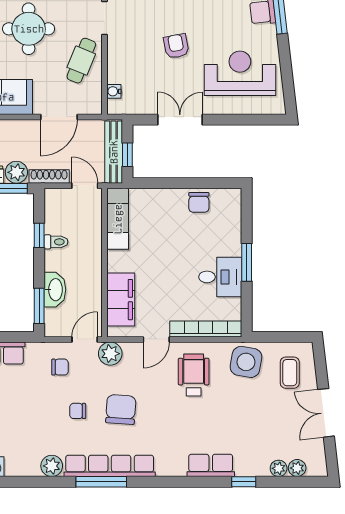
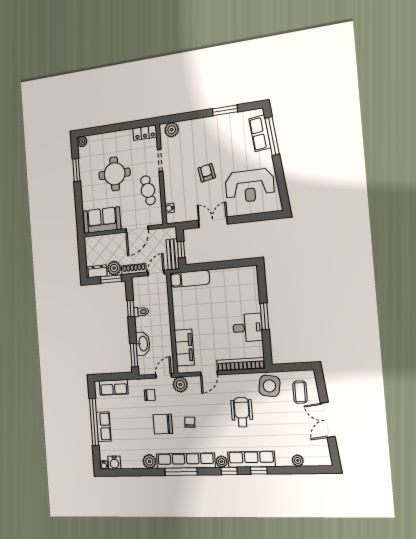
cafe table: (81, 61) -> (148, 190), turned -33
reception desk: (240, 73) -> (250, 186), turned 180
bench: (114, 152) -> (173, 254), width x0.73
door: (85, 186) -> (156, 273), hinge flipped
chair: (199, 202) -> (229, 277), removed
exam couch: (118, 219) -> (190, 279), moved, turned 90
wheelchair: (194, 375) -> (242, 412), moved
chair: (121, 410) -> (190, 422), width x0.54, depth x0.54
chair: (78, 411) -> (163, 424), width x1.87, depth x1.87
row of seats: (211, 465) -> (251, 459), width x1.48
plant: (297, 468) -> (222, 462), moved
window: (176, 482) -> (229, 471), added
window: (244, 482) -> (259, 471), moved

